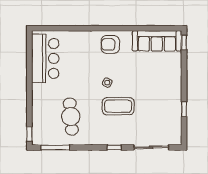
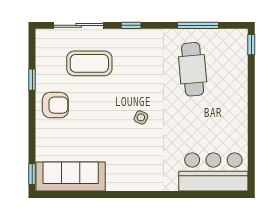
armchair: (110, 44) -> (55, 105), moved
bar counter: (45, 58) -> (213, 172), moved, turned 90
coffee table: (118, 106) -> (89, 63), moved
window: (55, 147) -> (198, 25), moved

